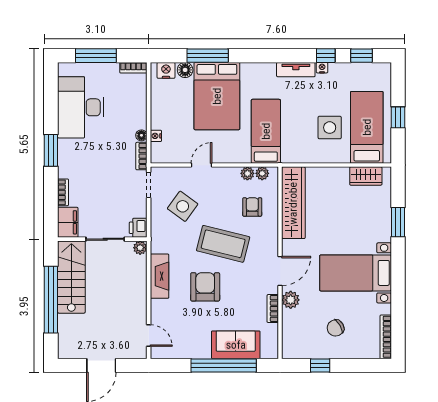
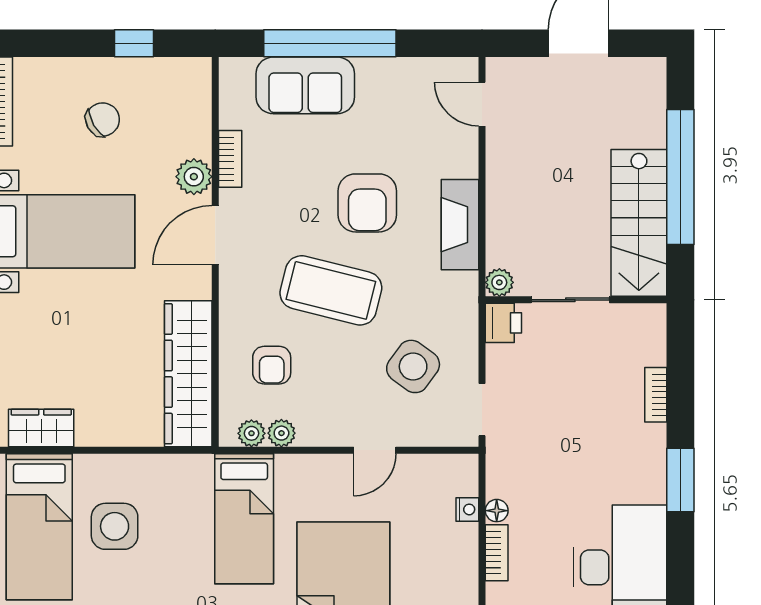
bookcase: (141, 156) -> (497, 553), moved
filing cabinet: (68, 222) -> (646, 334), removed

